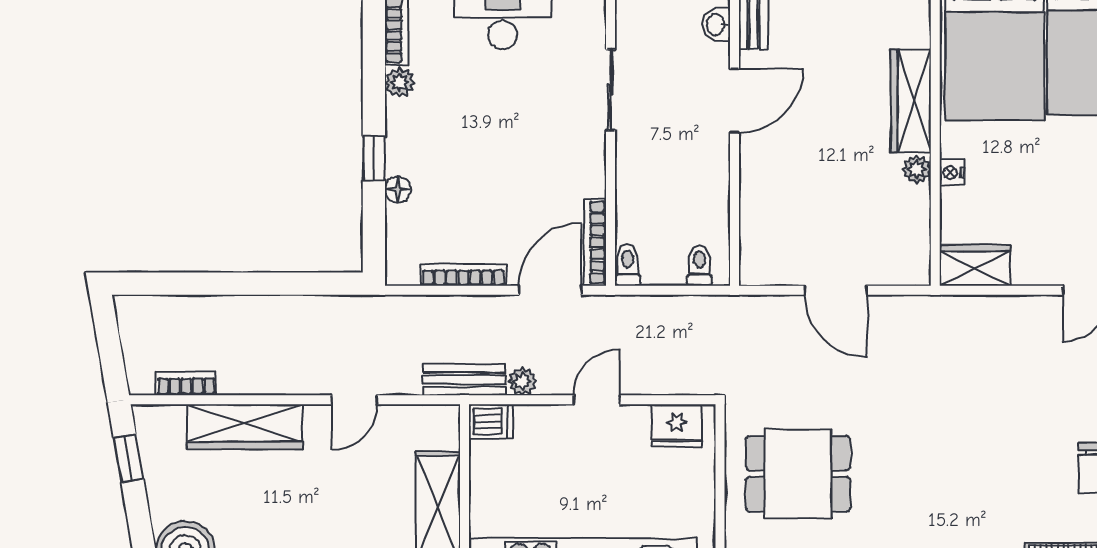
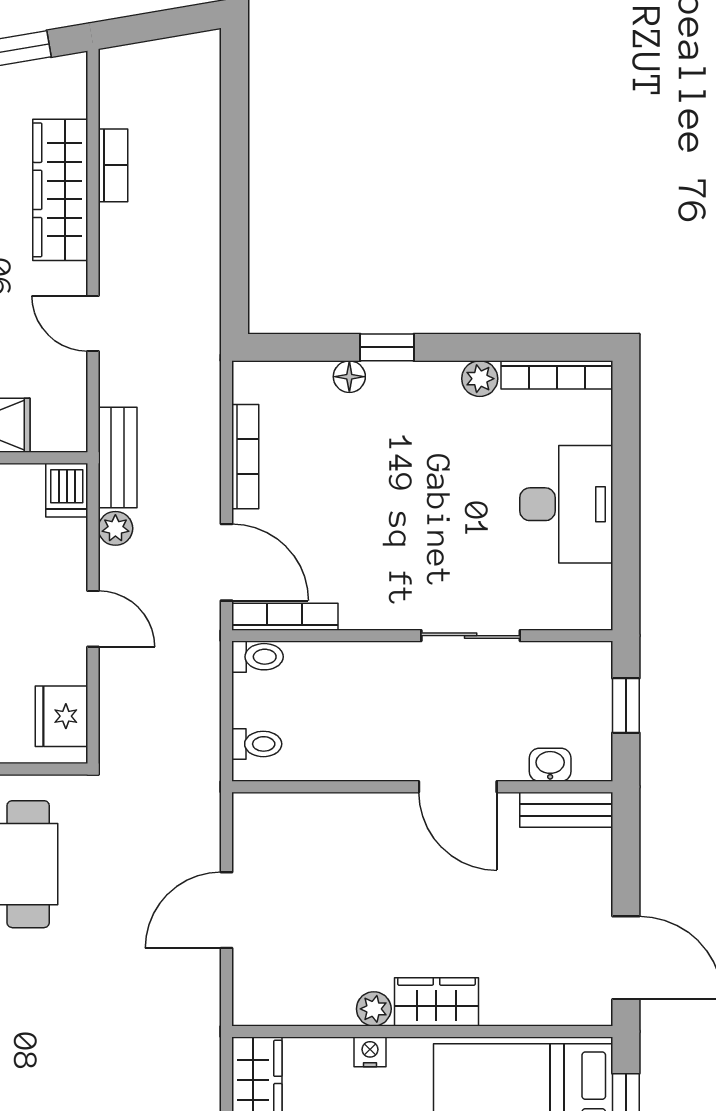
wardrobe: (911, 101) -> (436, 1002), width x0.67
bookcase: (186, 383) -> (113, 165), moved

